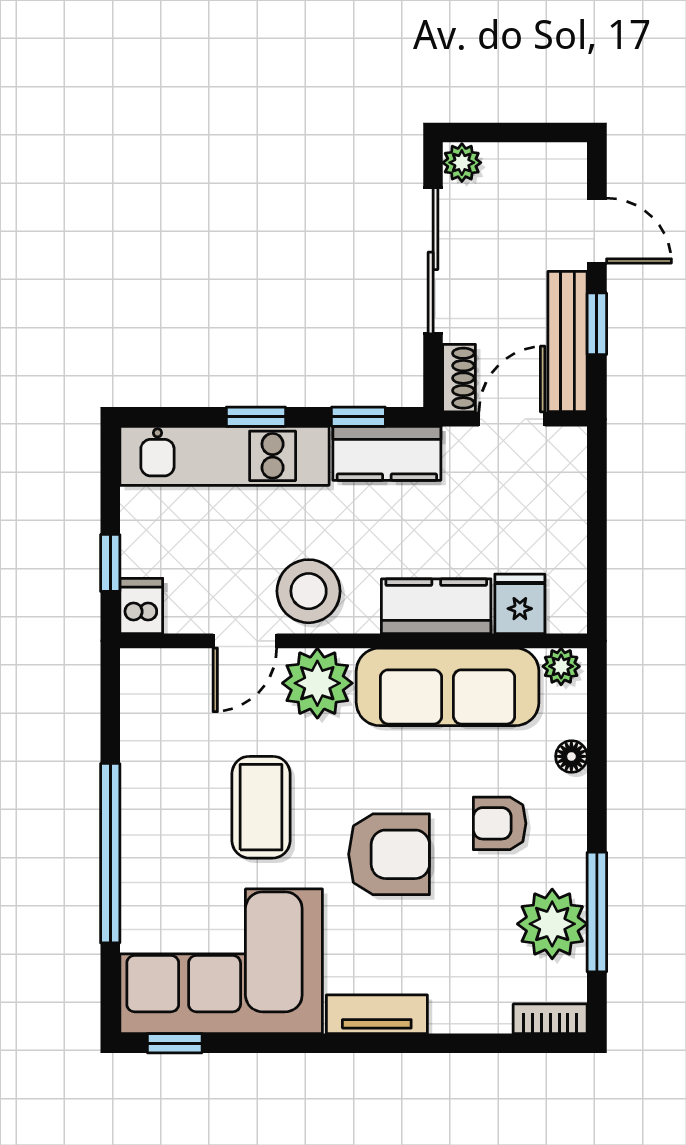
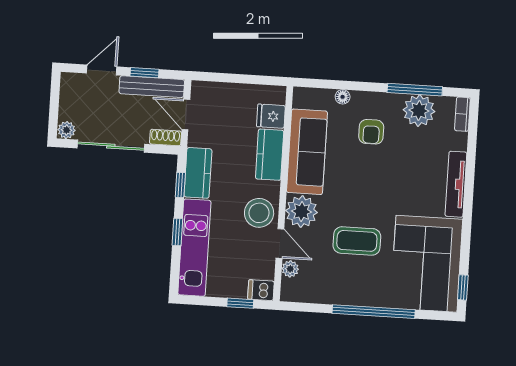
plant: (561, 666) -> (290, 269), moved
armchair: (389, 854) -> (382, 183), removed
tv unit: (377, 1014) -> (456, 184), width x1.41

